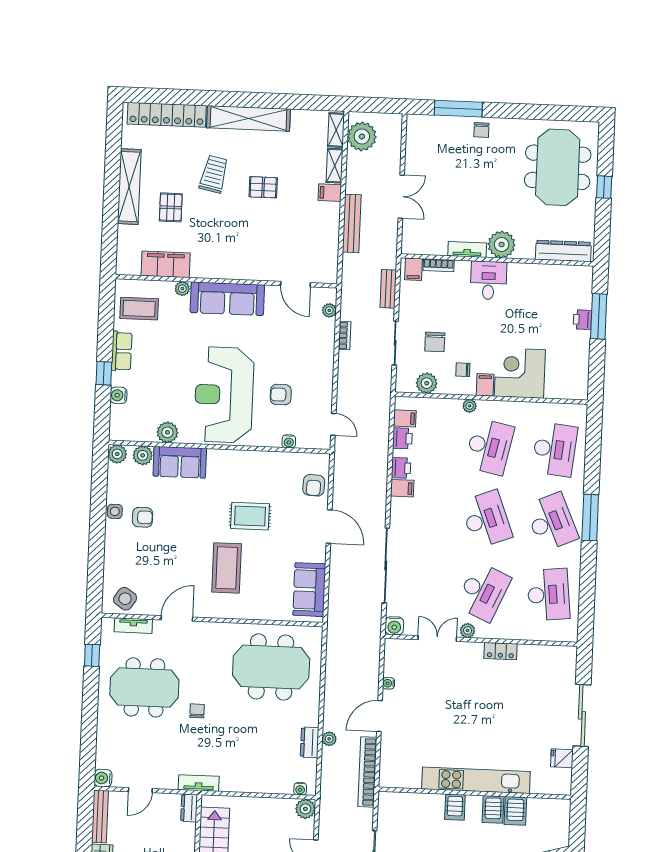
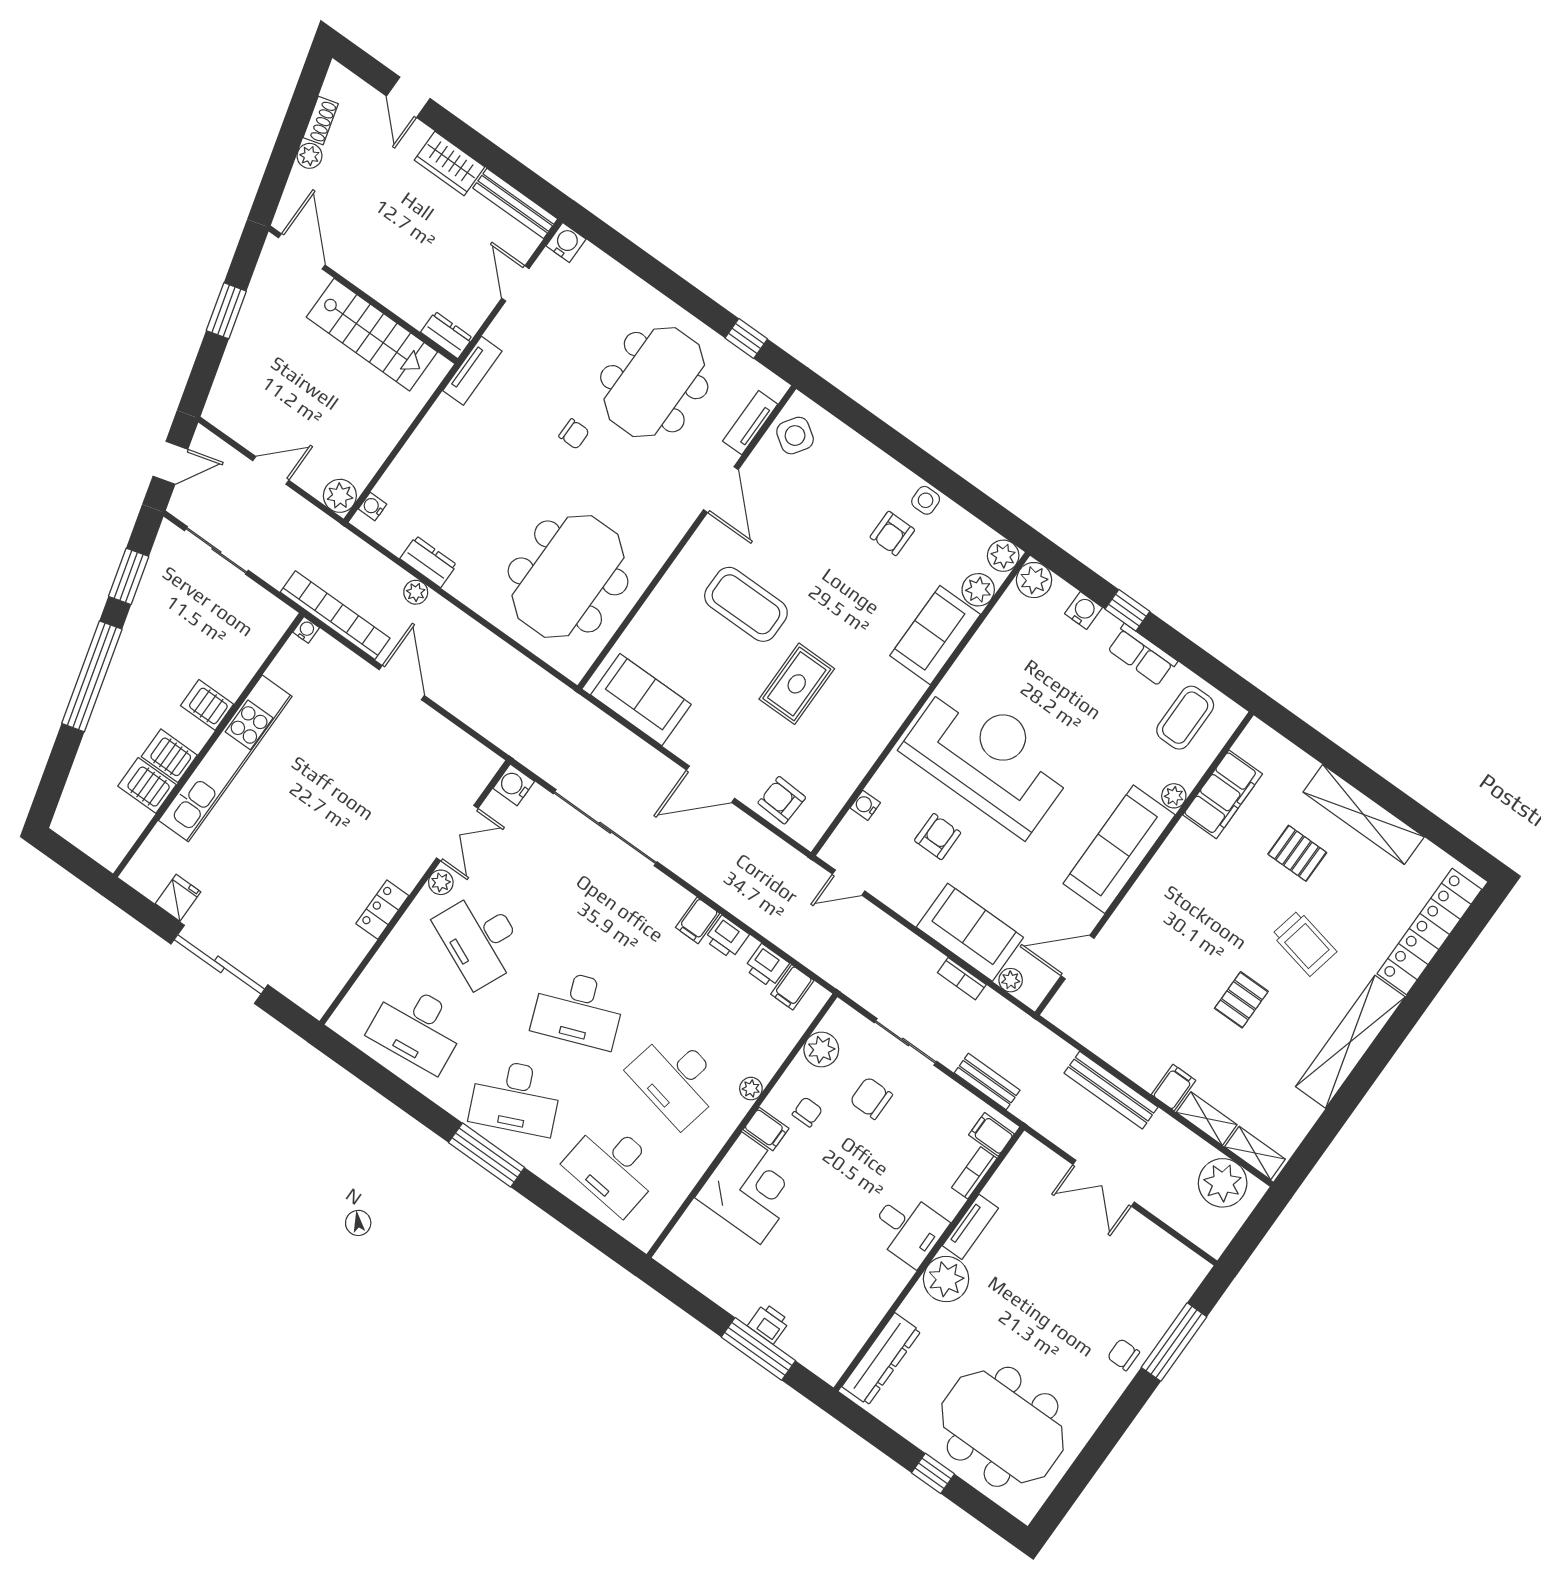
sofa: (318, 347) -> (970, 932), added
plant: (167, 432) -> (1034, 580), moved
water cooler: (389, 683) -> (306, 630), moved

